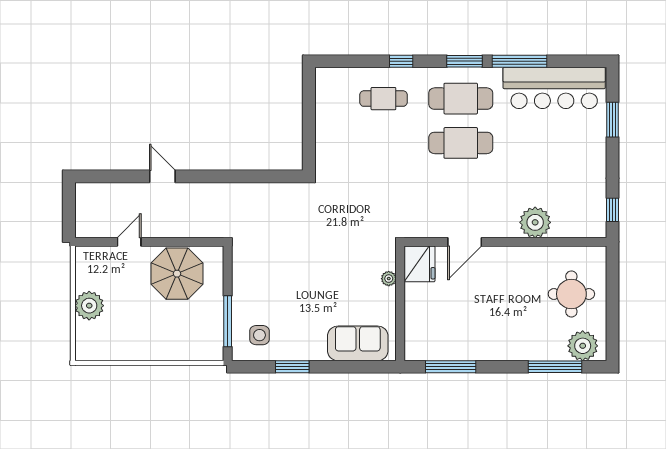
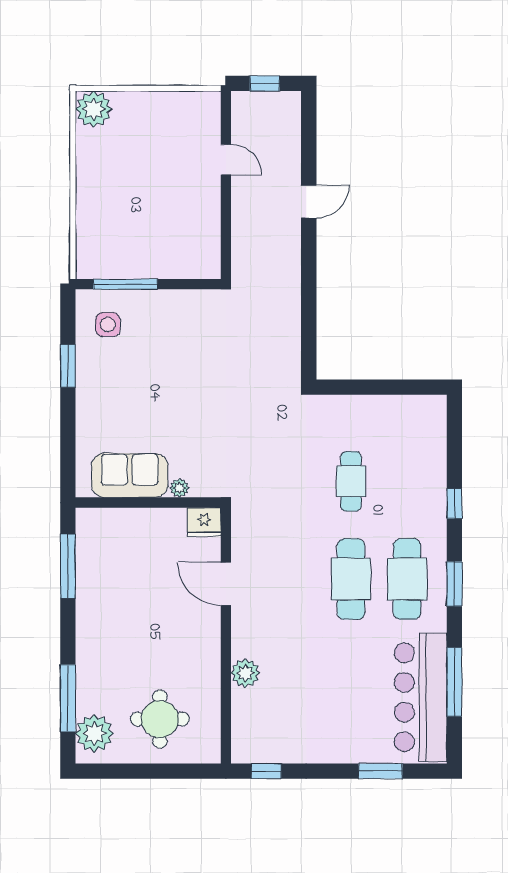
window: (519, 61) -> (454, 682), moved
cafe table: (383, 99) -> (351, 481), moved
window: (69, 211) -> (265, 83), added
plant: (535, 222) -> (245, 673), width x0.73, depth x0.73
fridge: (419, 264) -> (204, 522), width x0.73, depth x0.75
parasol: (177, 274) -> (186, 220), removed
plant: (89, 306) -> (94, 109), moved
sofa: (358, 343) -> (130, 475), moved, turned -90

